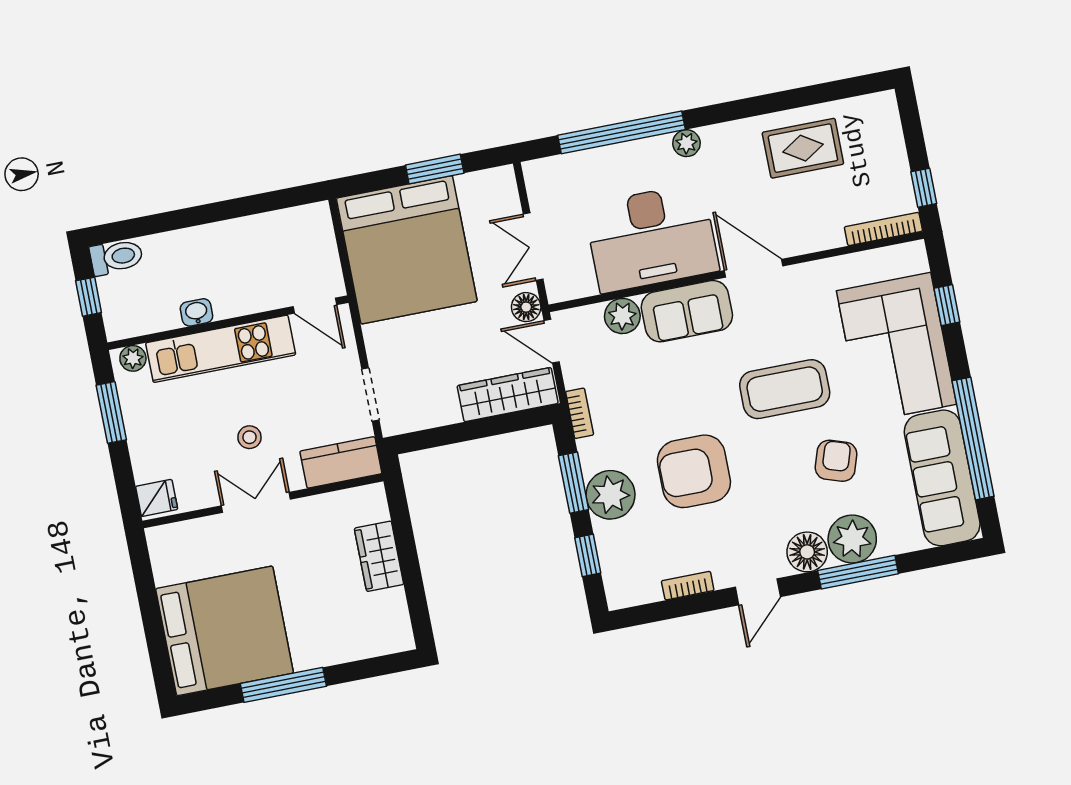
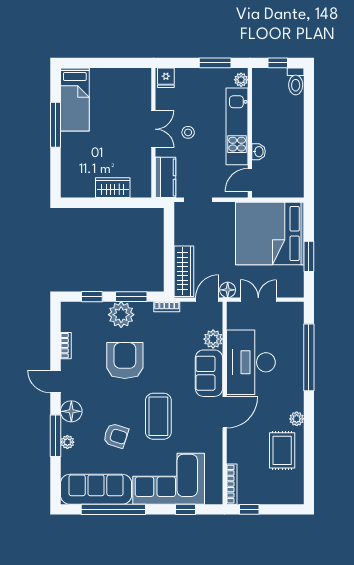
plant: (686, 143) -> (297, 419), moved
washbasin: (196, 312) -> (259, 152), moved
plant: (852, 539) -> (67, 442), width x0.53, depth x0.53
bed: (225, 631) -> (75, 100), width x0.49

